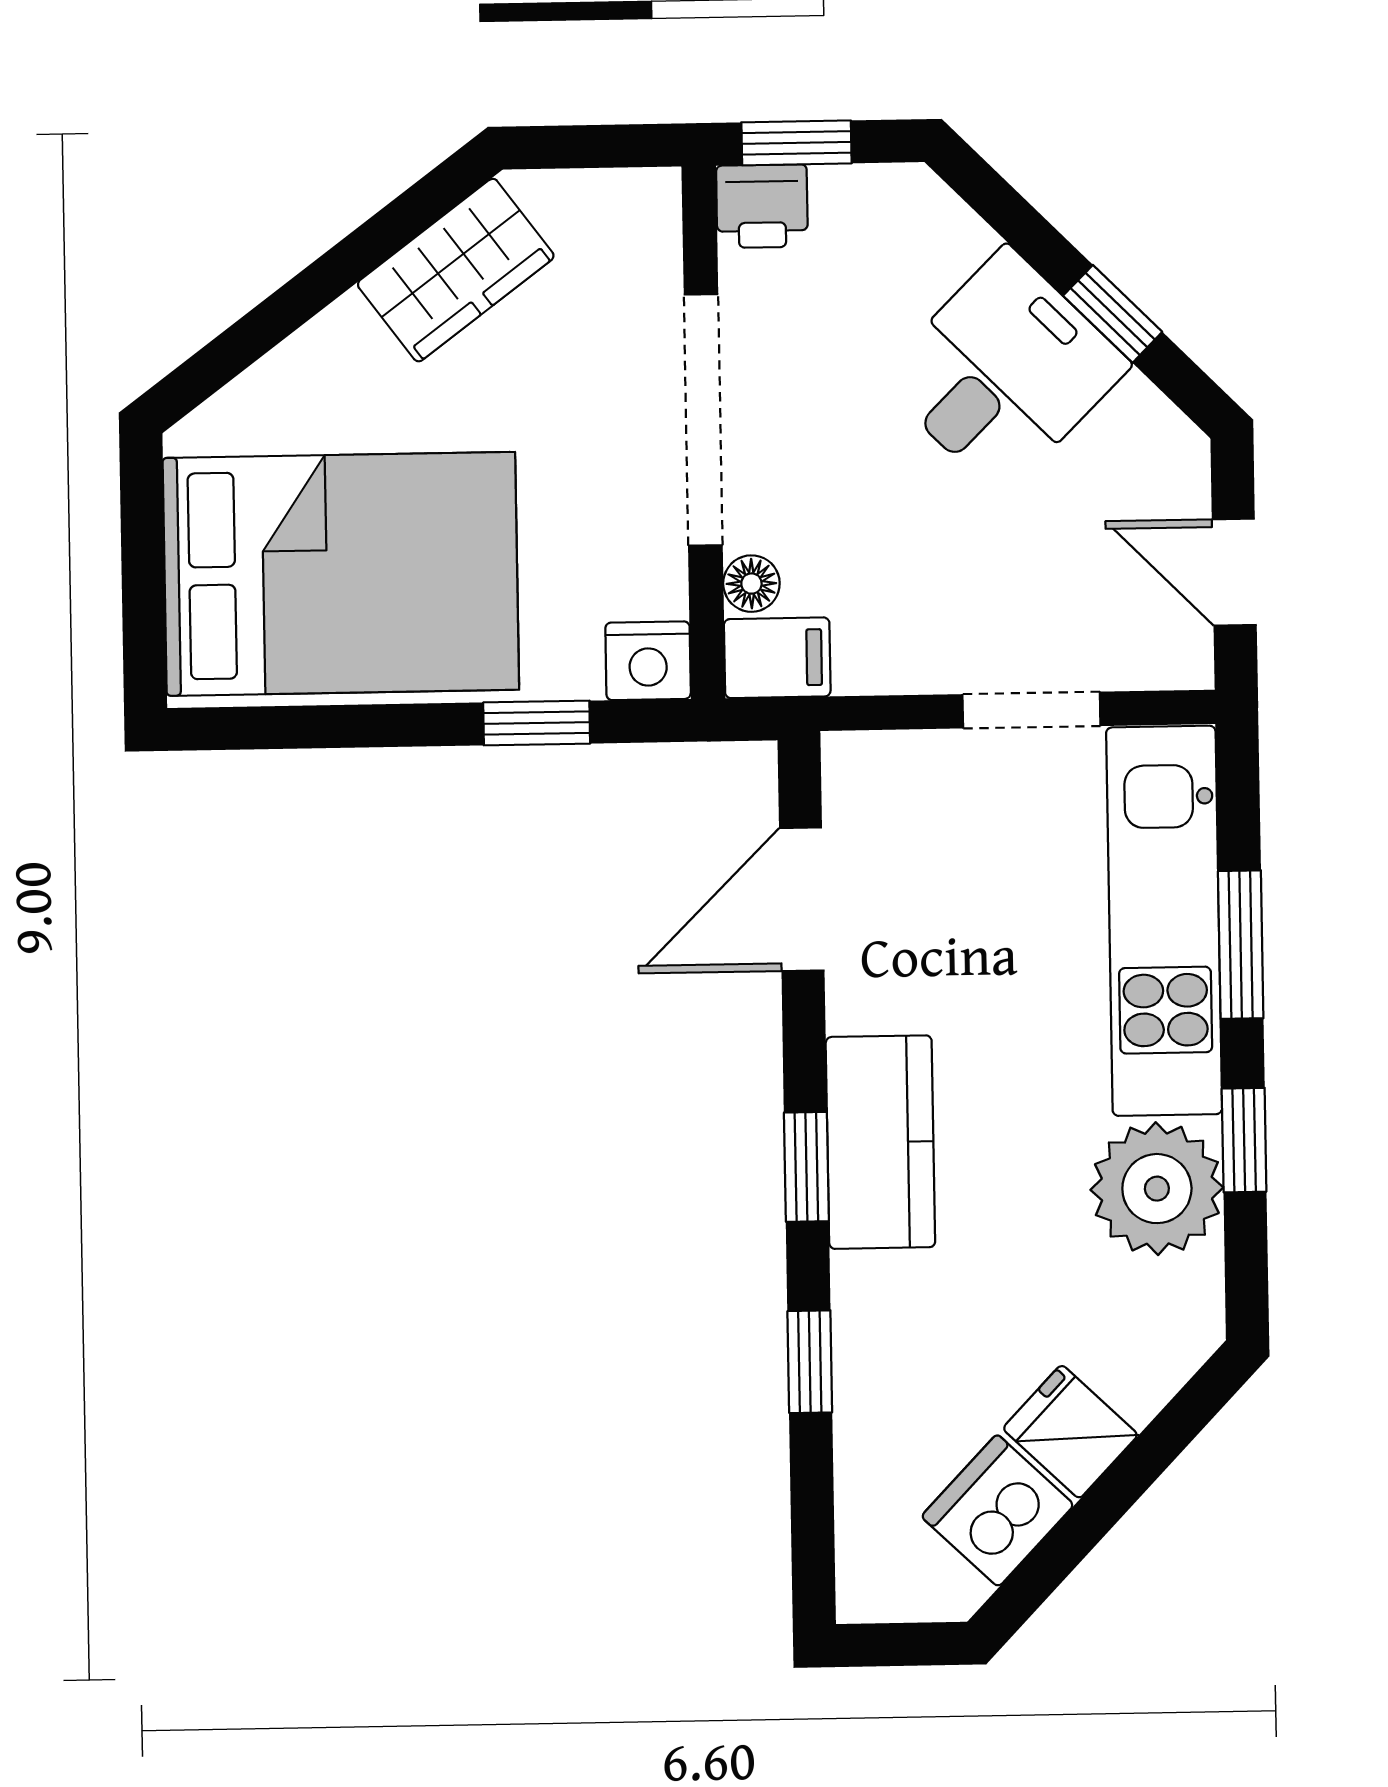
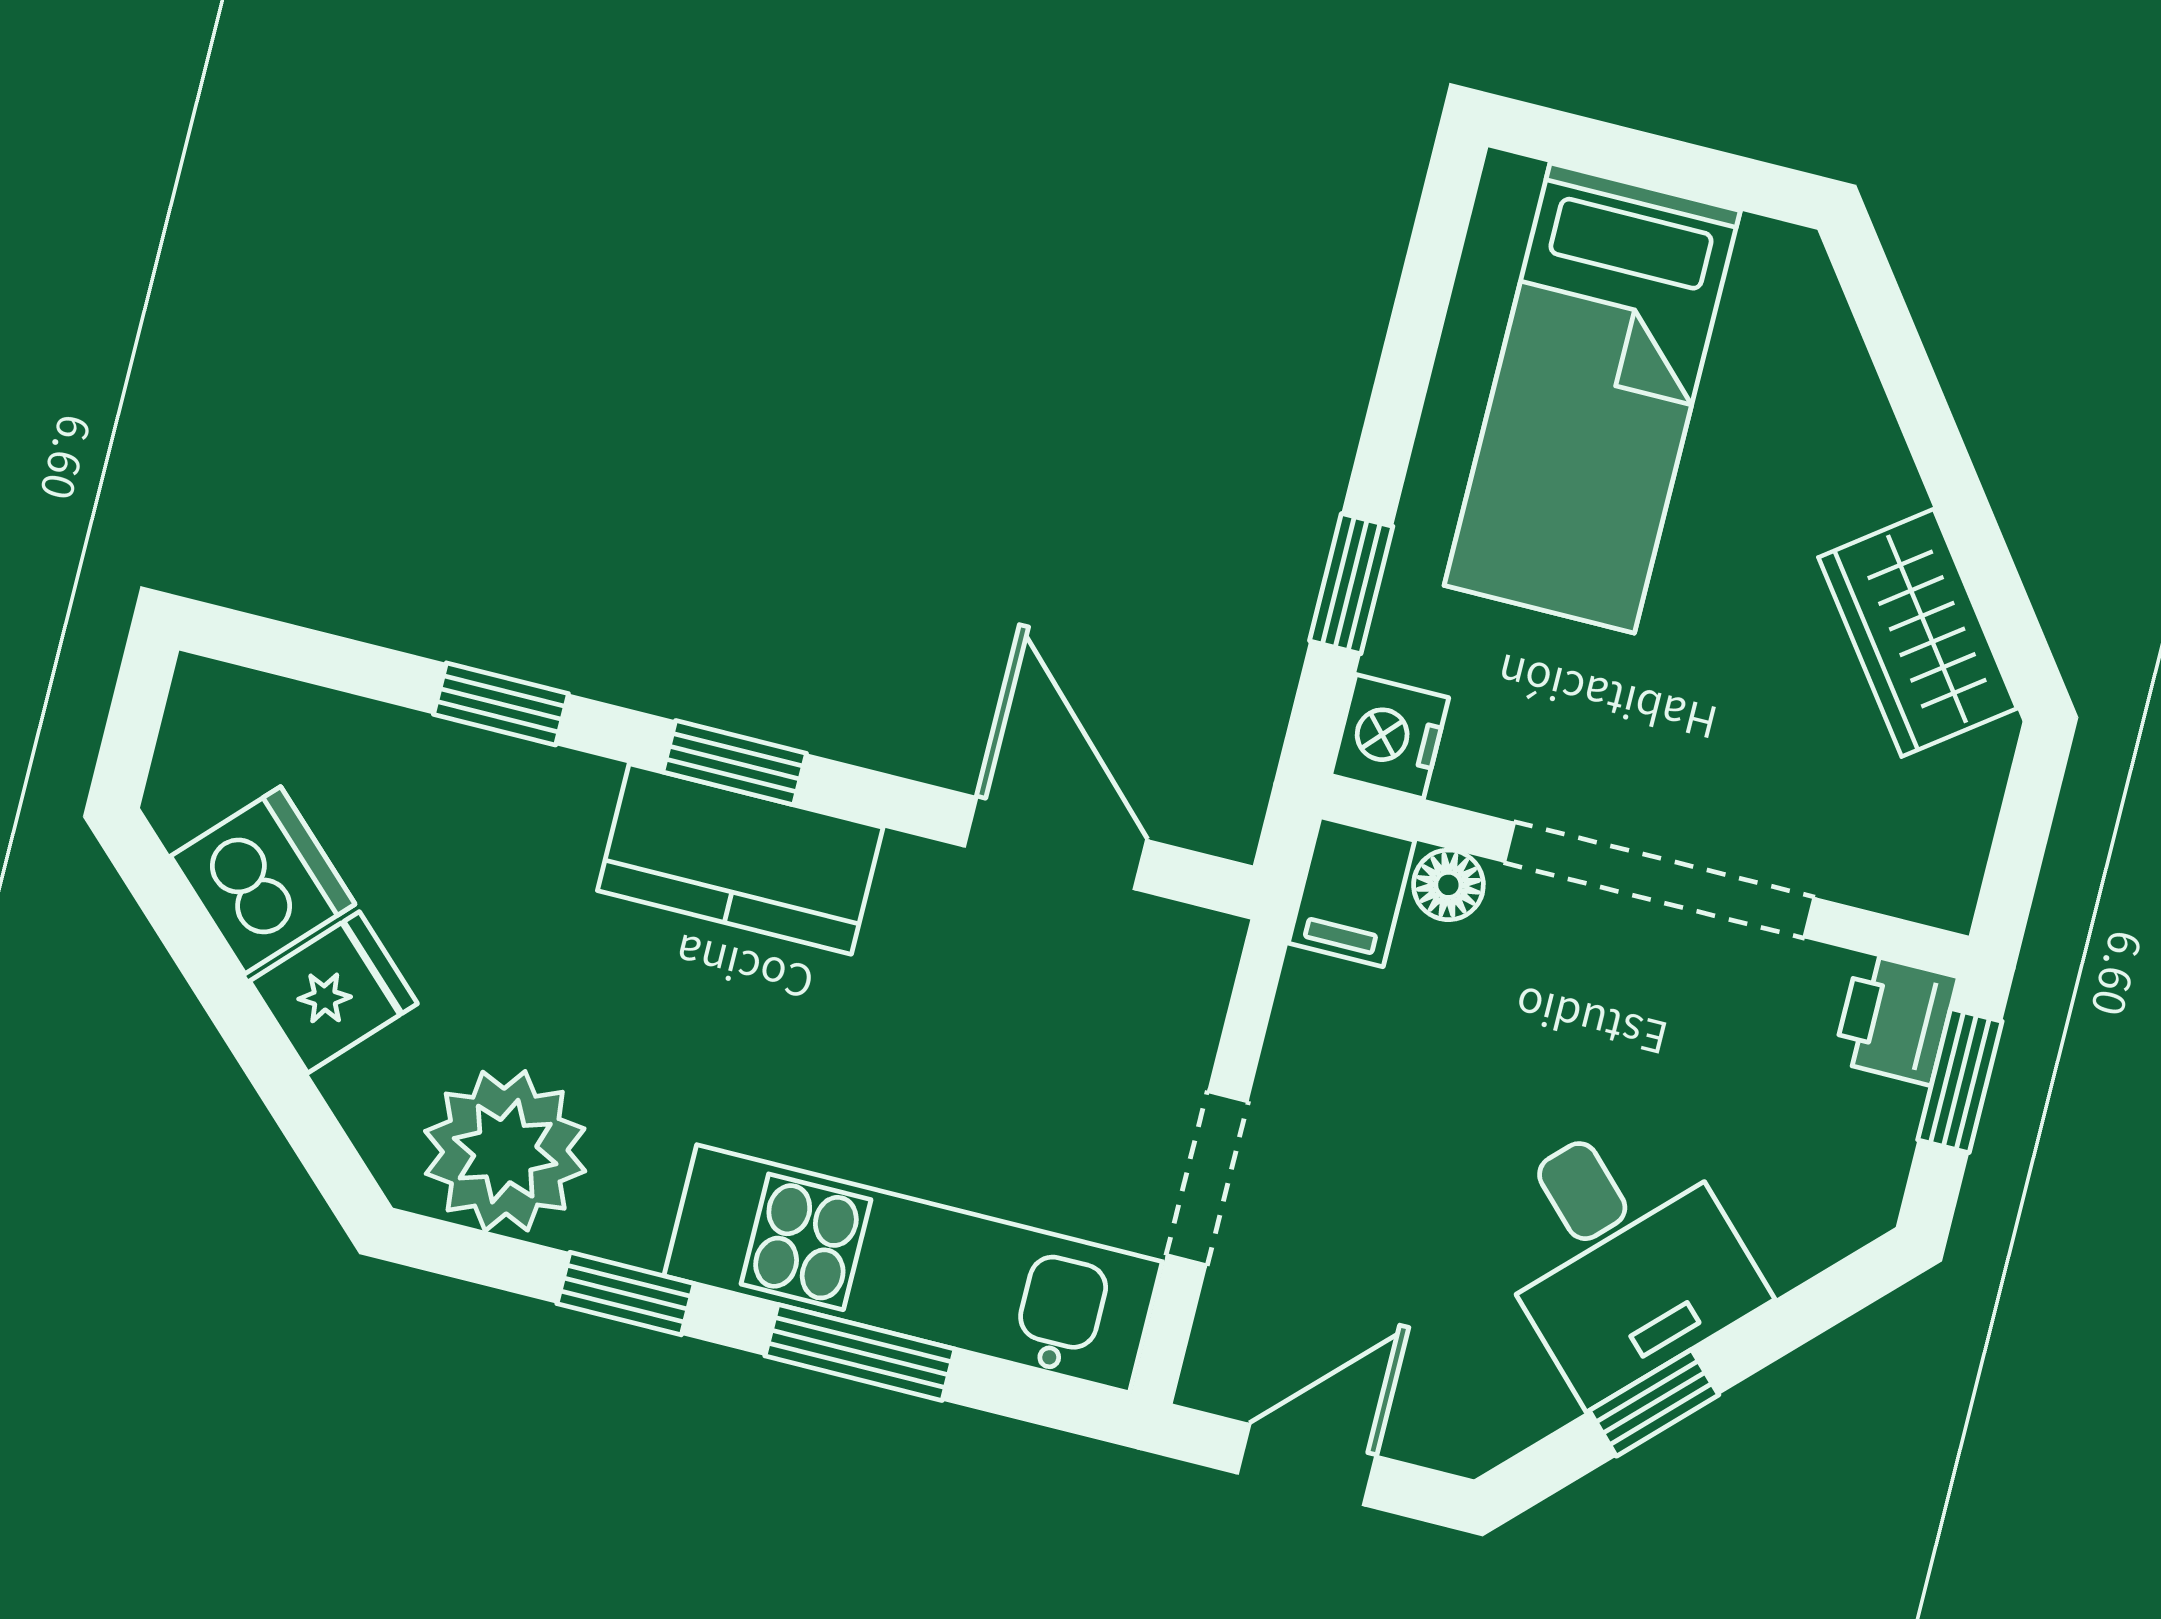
bed: (341, 574) -> (1592, 398), width x0.67
plant: (1157, 1189) -> (505, 1151), moved

